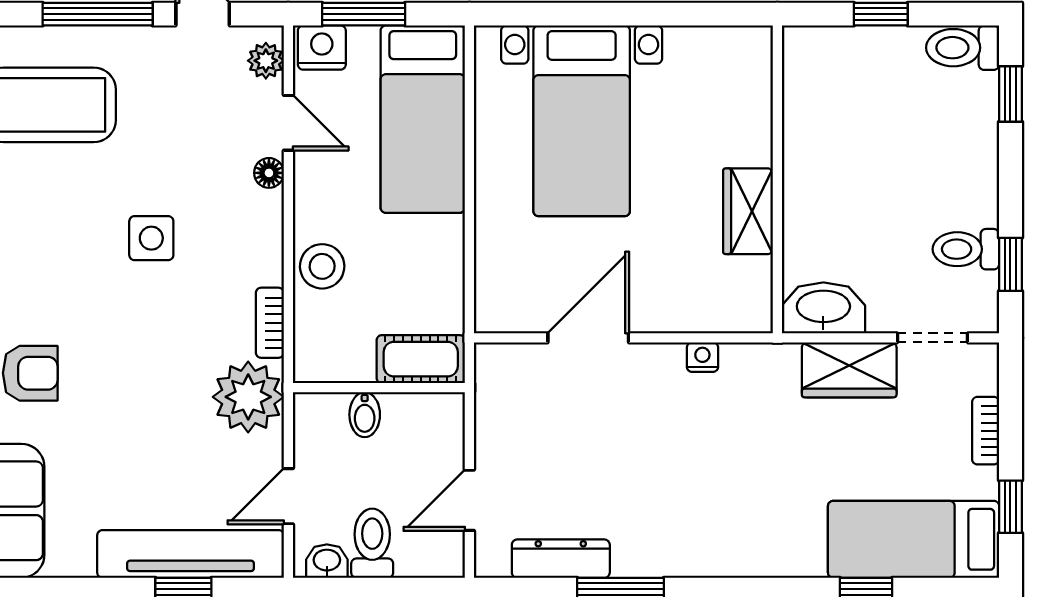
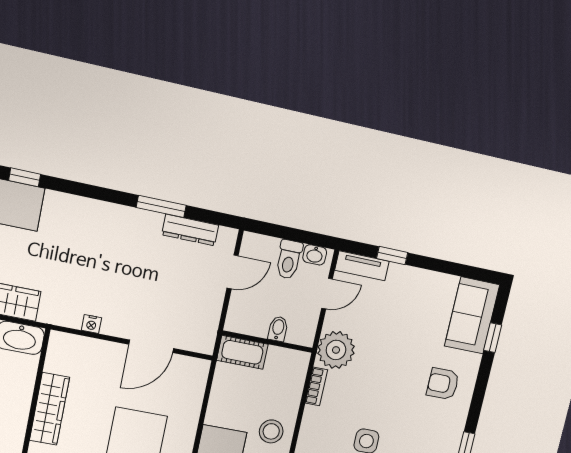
wardrobe: (748, 211) -> (49, 409), width x1.50
stool: (322, 266) -> (271, 431), moved
tv unit: (191, 554) -> (362, 266), width x0.52, depth x0.78

